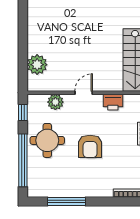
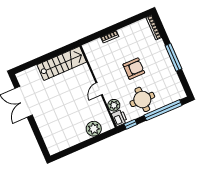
door: (84, 93) -> (99, 89), hinge flipped
printer: (113, 102) -> (119, 118), moved
window: (66, 201) -> (173, 57), moved

